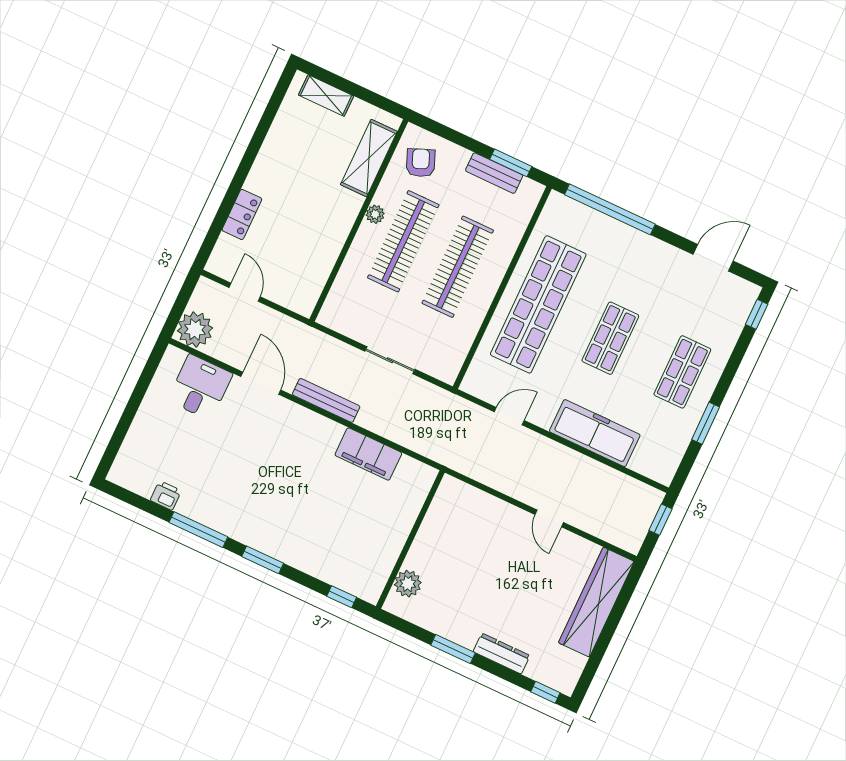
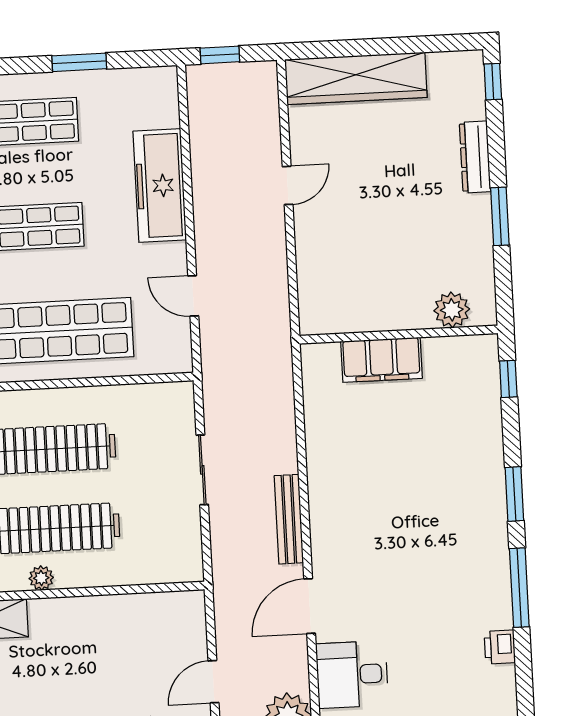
filing cabinet: (368, 454) -> (381, 360), moved, turned 90

